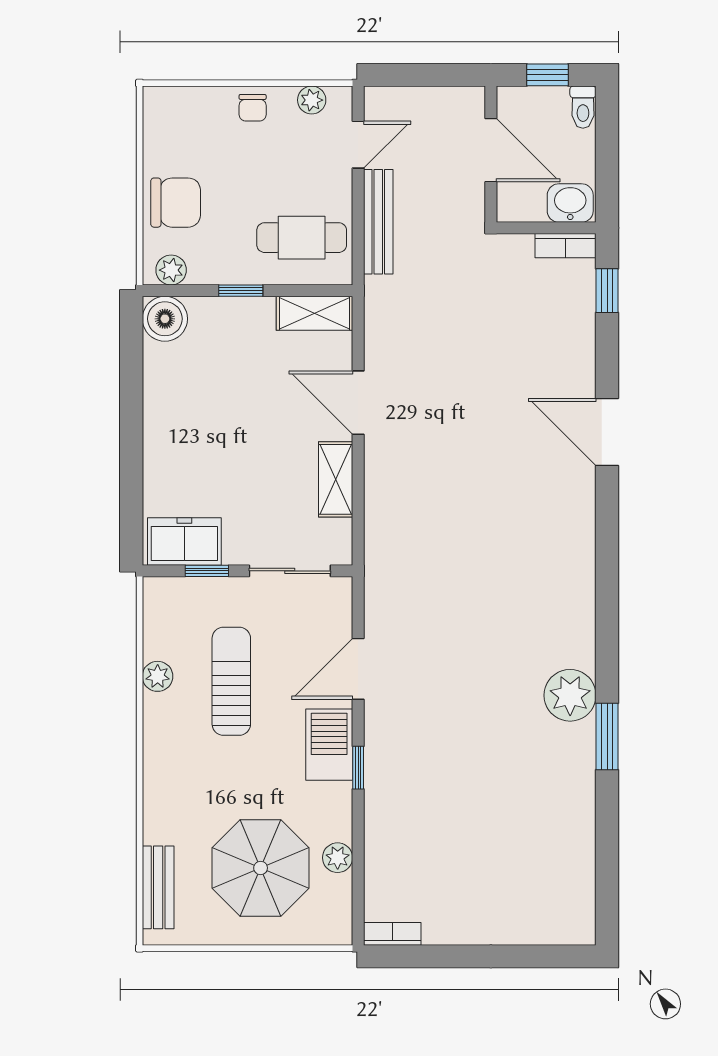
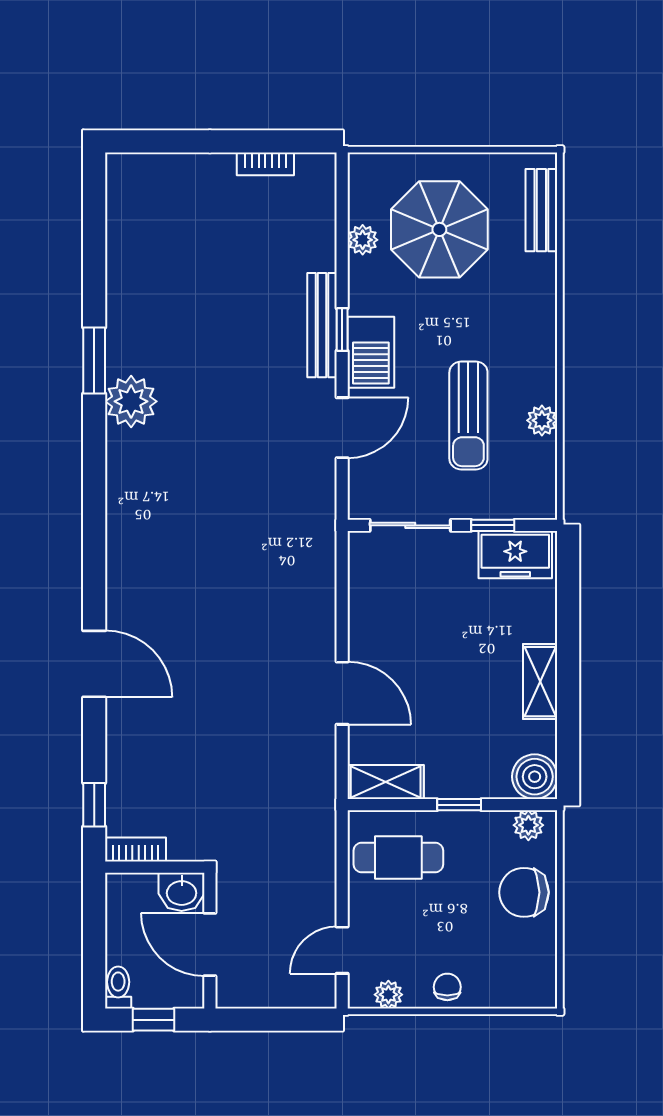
washbasin: (570, 203) -> (182, 892), moved
bench: (378, 222) -> (322, 325), moved
shelving: (336, 479) -> (540, 682), moved
bookcase: (392, 934) -> (265, 164), moved

